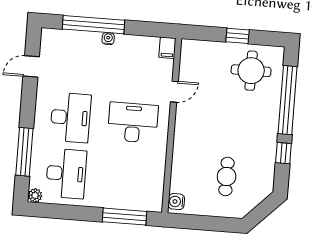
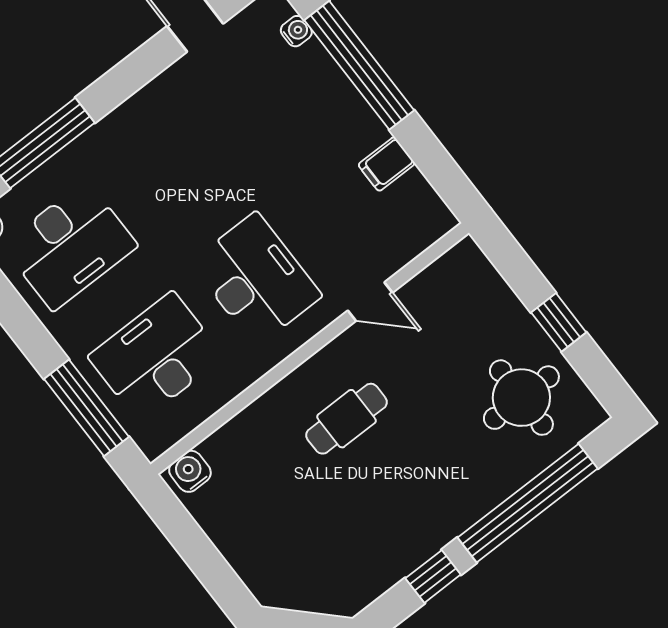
water cooler: (108, 39) -> (296, 31), moved
filing cabinet: (167, 48) -> (387, 164), moved
desk: (71, 118) -> (156, 357), moved, turned 180
cafe table: (227, 177) -> (347, 419), moved

